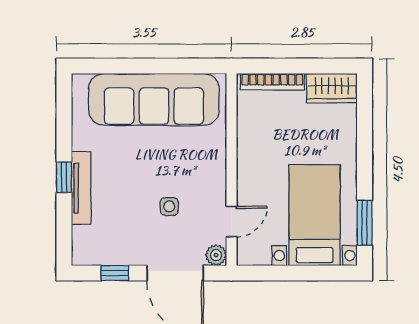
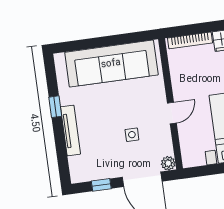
window: (64, 177) -> (55, 107), moved
door: (231, 222) -> (172, 113), moved

